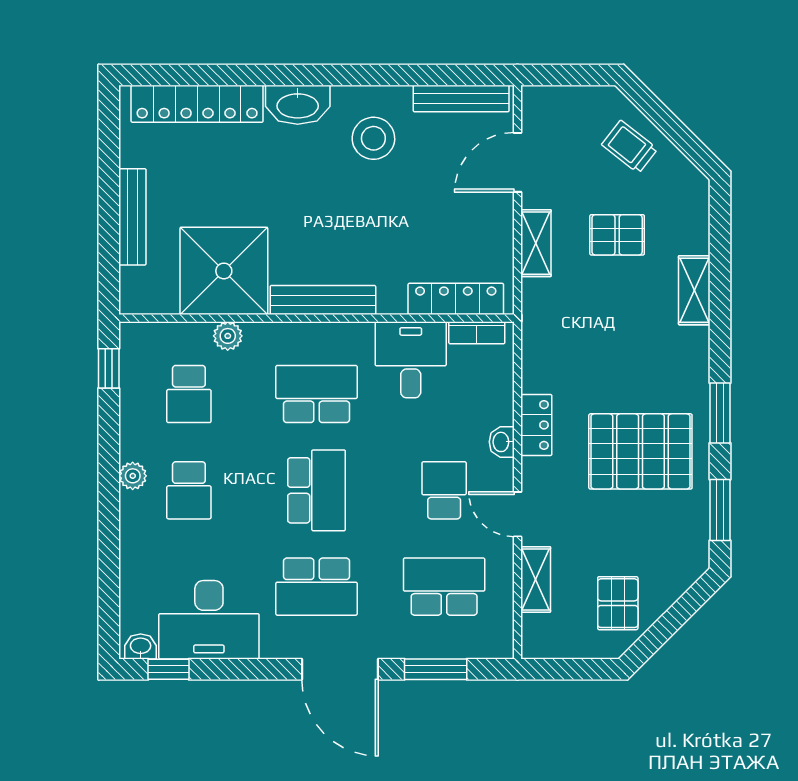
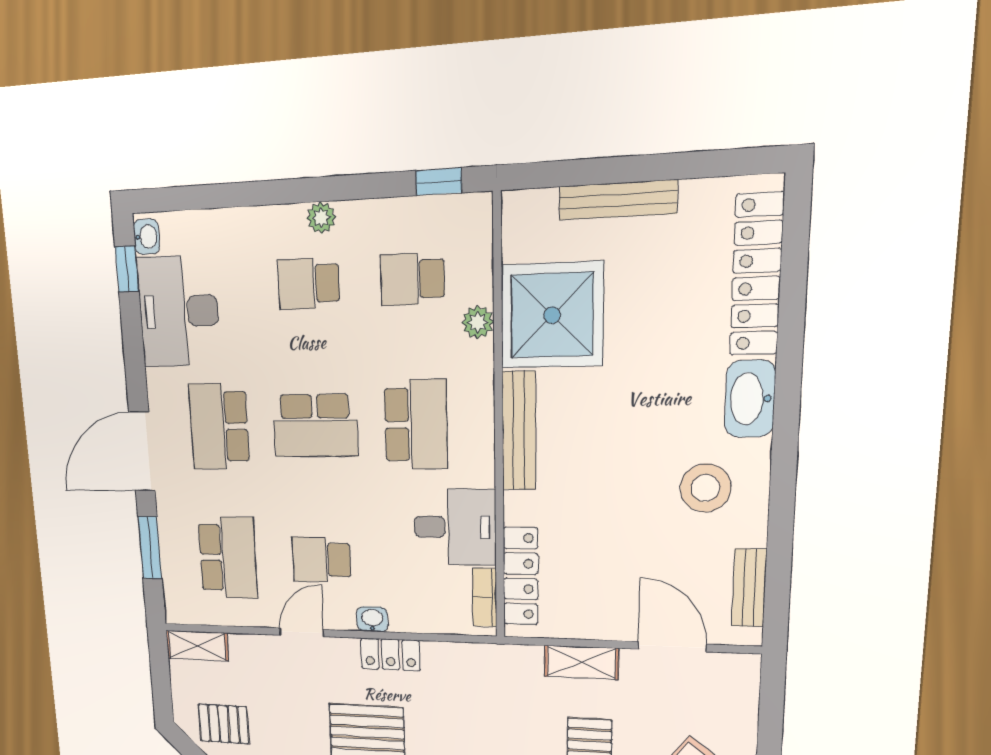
bench: (461, 99) -> (749, 588), width x0.73
school desk: (444, 490) -> (321, 560), turned 180
shelving: (536, 579) -> (197, 646), moved

